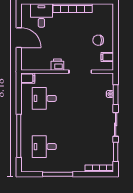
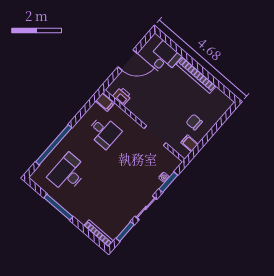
door: (19, 38) -> (128, 60), hinge flipped
printer: (57, 65) -> (122, 96), moved
desk: (44, 98) -> (104, 132), turned 180
desk: (44, 147) -> (68, 173), width x1.37

